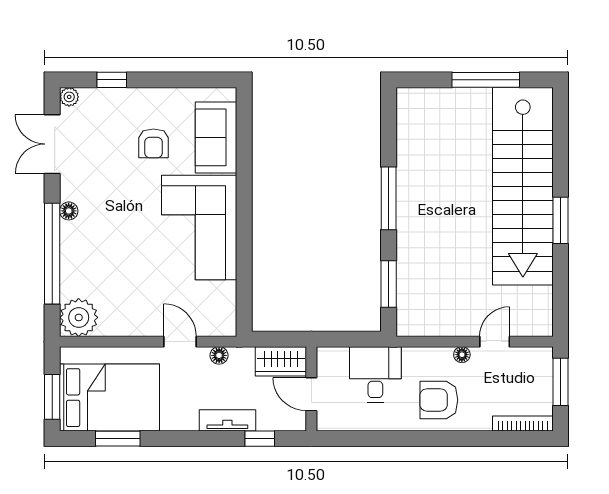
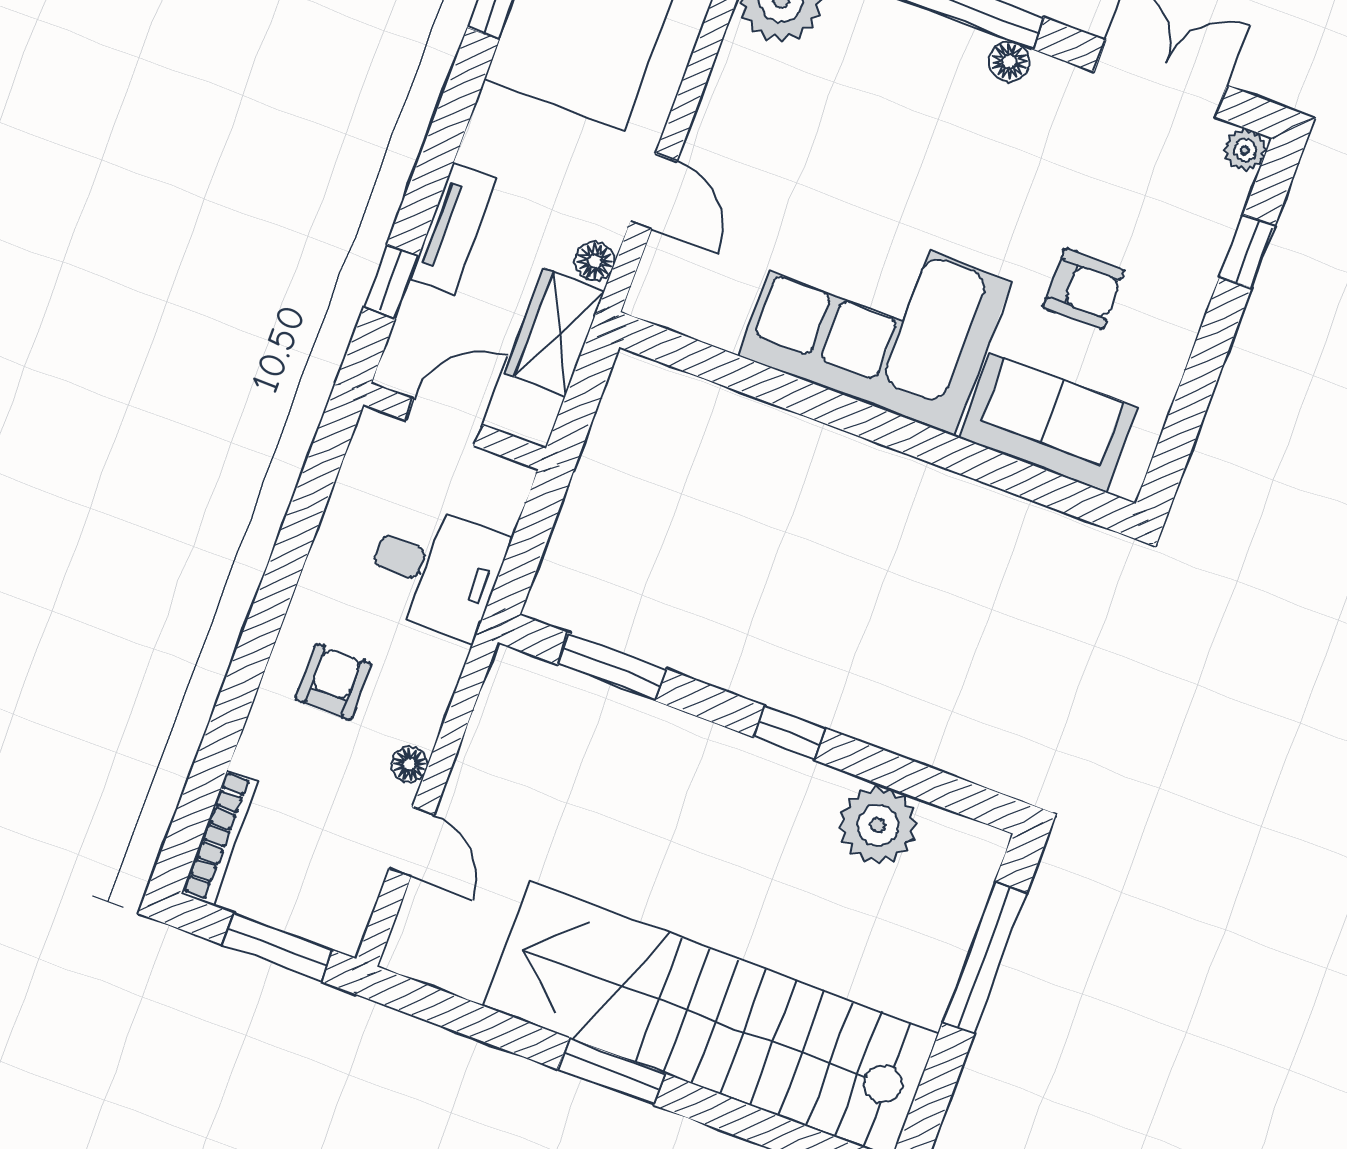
window: (486, 80) -> (984, 958), moved
armchair: (153, 143) -> (1084, 289), turned 180
plant: (414, 146) -> (878, 825), added
window: (389, 198) -> (789, 733), width x0.46
door: (180, 342) -> (654, 191), hinge flipped
wardrobe: (281, 361) -> (555, 332), moved
armchair: (439, 400) -> (333, 682), width x0.72, depth x0.72

